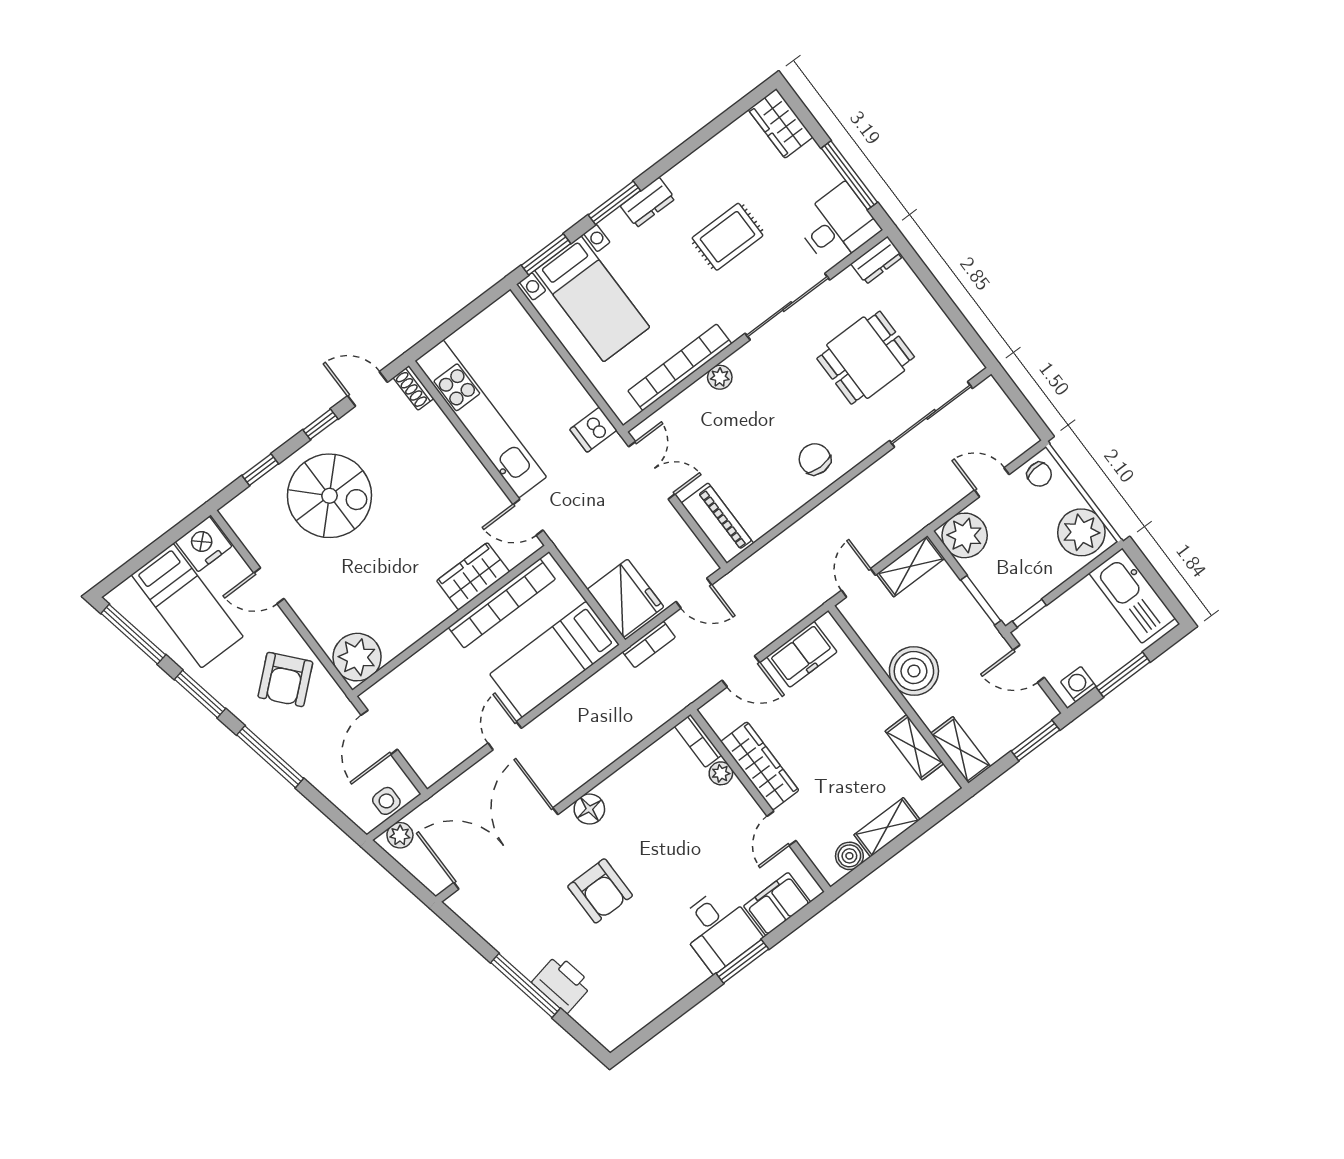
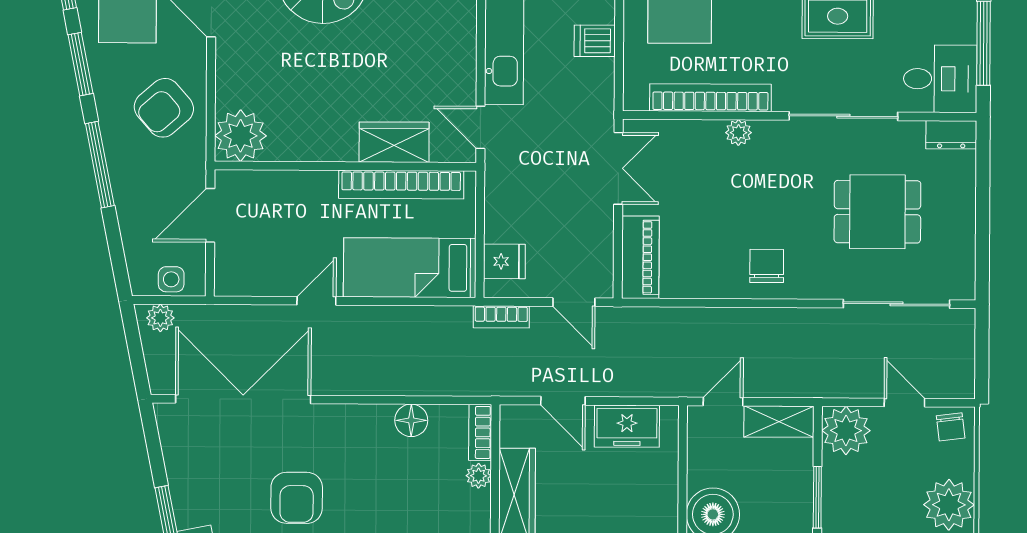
dishwasher: (593, 430) -> (595, 41), moved
fridge: (625, 598) -> (504, 261), width x0.53, depth x0.75
floor lamp: (589, 809) -> (411, 420), moved

